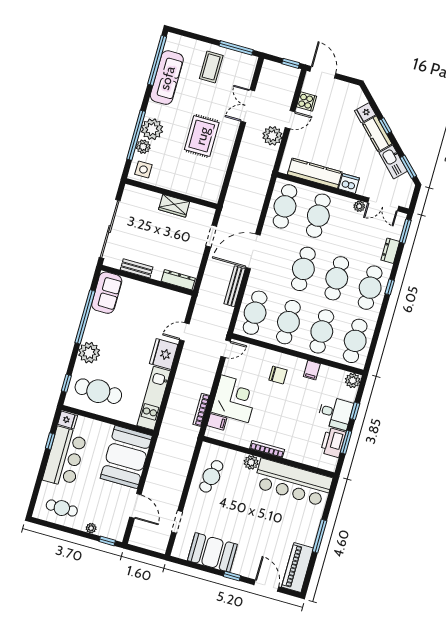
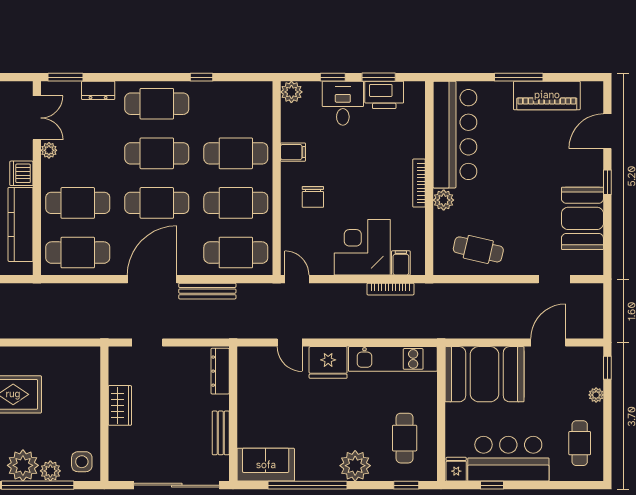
door: (253, 251) -> (152, 279), swing flipped
window: (390, 287) -> (202, 77), moved
cafe table: (355, 341) -> (236, 104), removed
chair: (278, 375) -> (313, 197), turned 180
cafe table: (98, 391) -> (405, 438), width x0.73, depth x0.74
piano: (297, 567) -> (547, 95), moved

